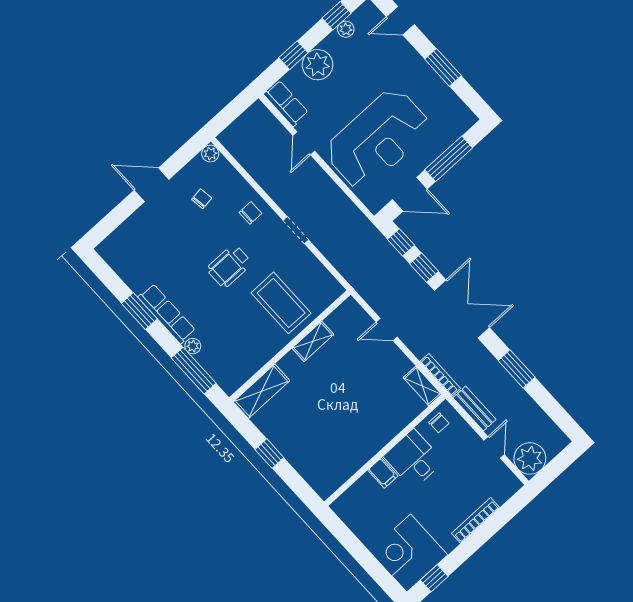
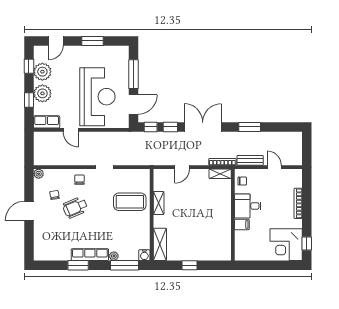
plant: (346, 29) -> (42, 72), width x1.88, depth x1.88
wheelchair: (229, 266) -> (75, 207), moved, turned 67
water cooler: (230, 384) -> (144, 255), added
plant: (530, 458) -> (293, 156), removed

